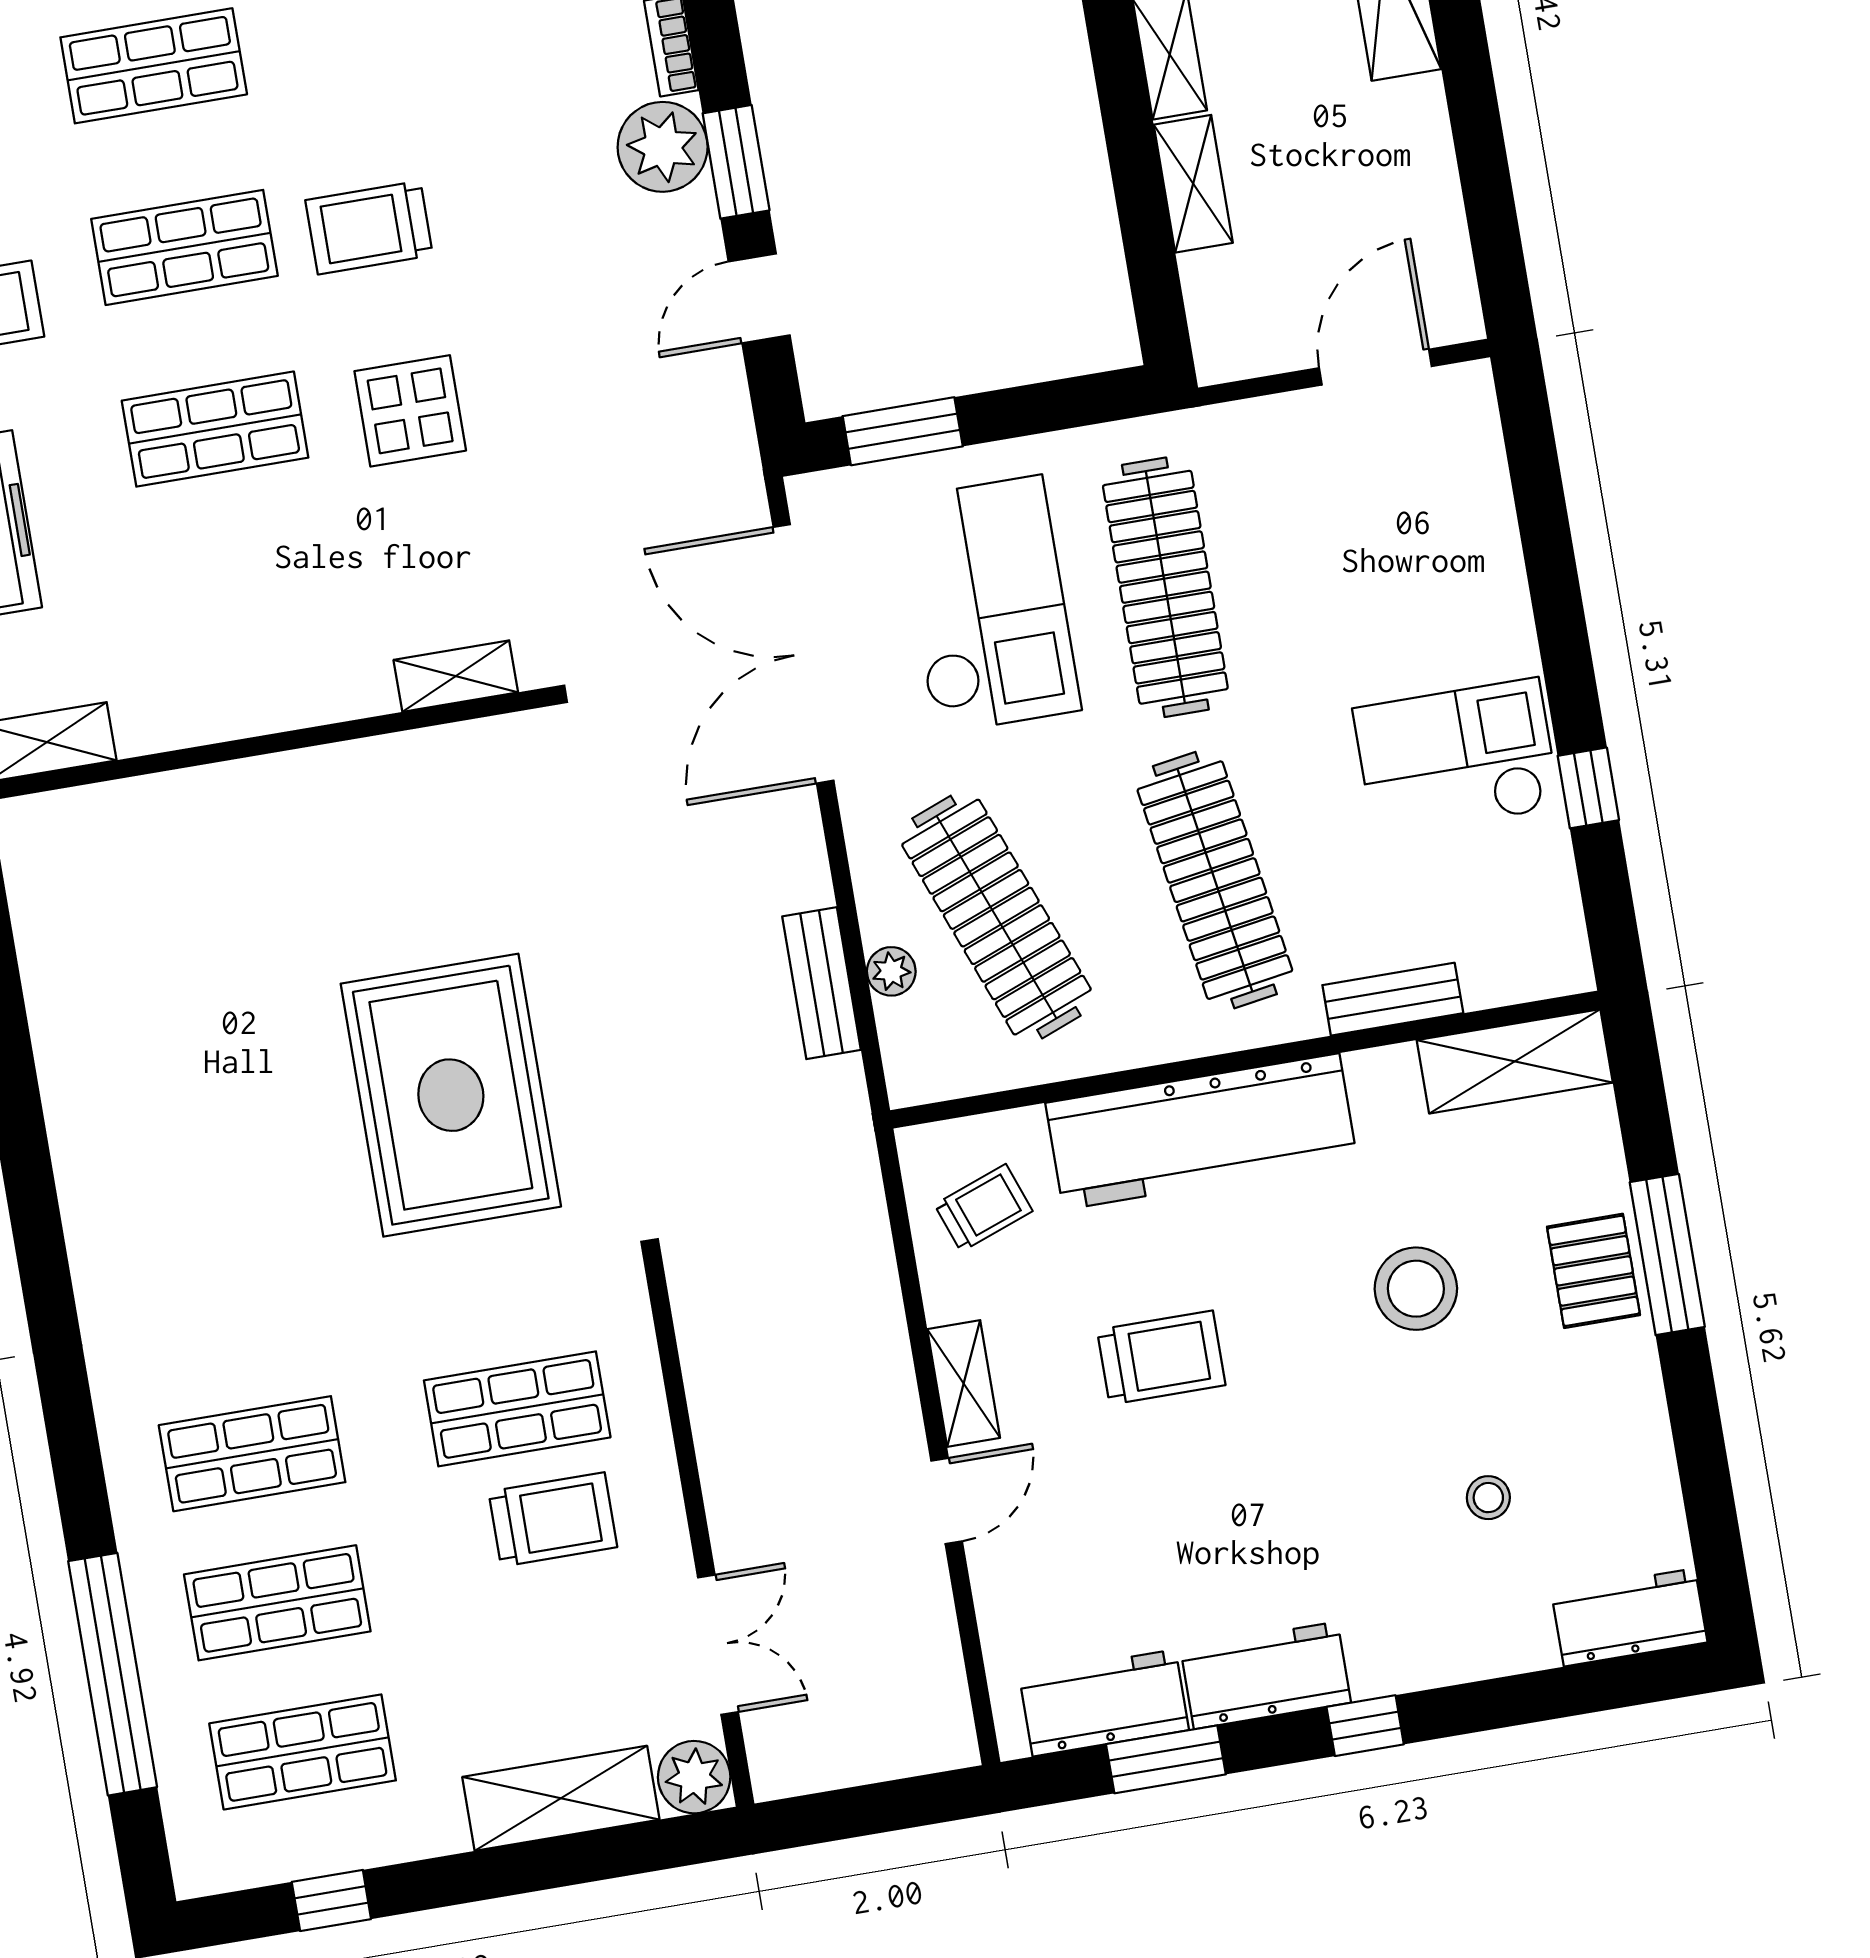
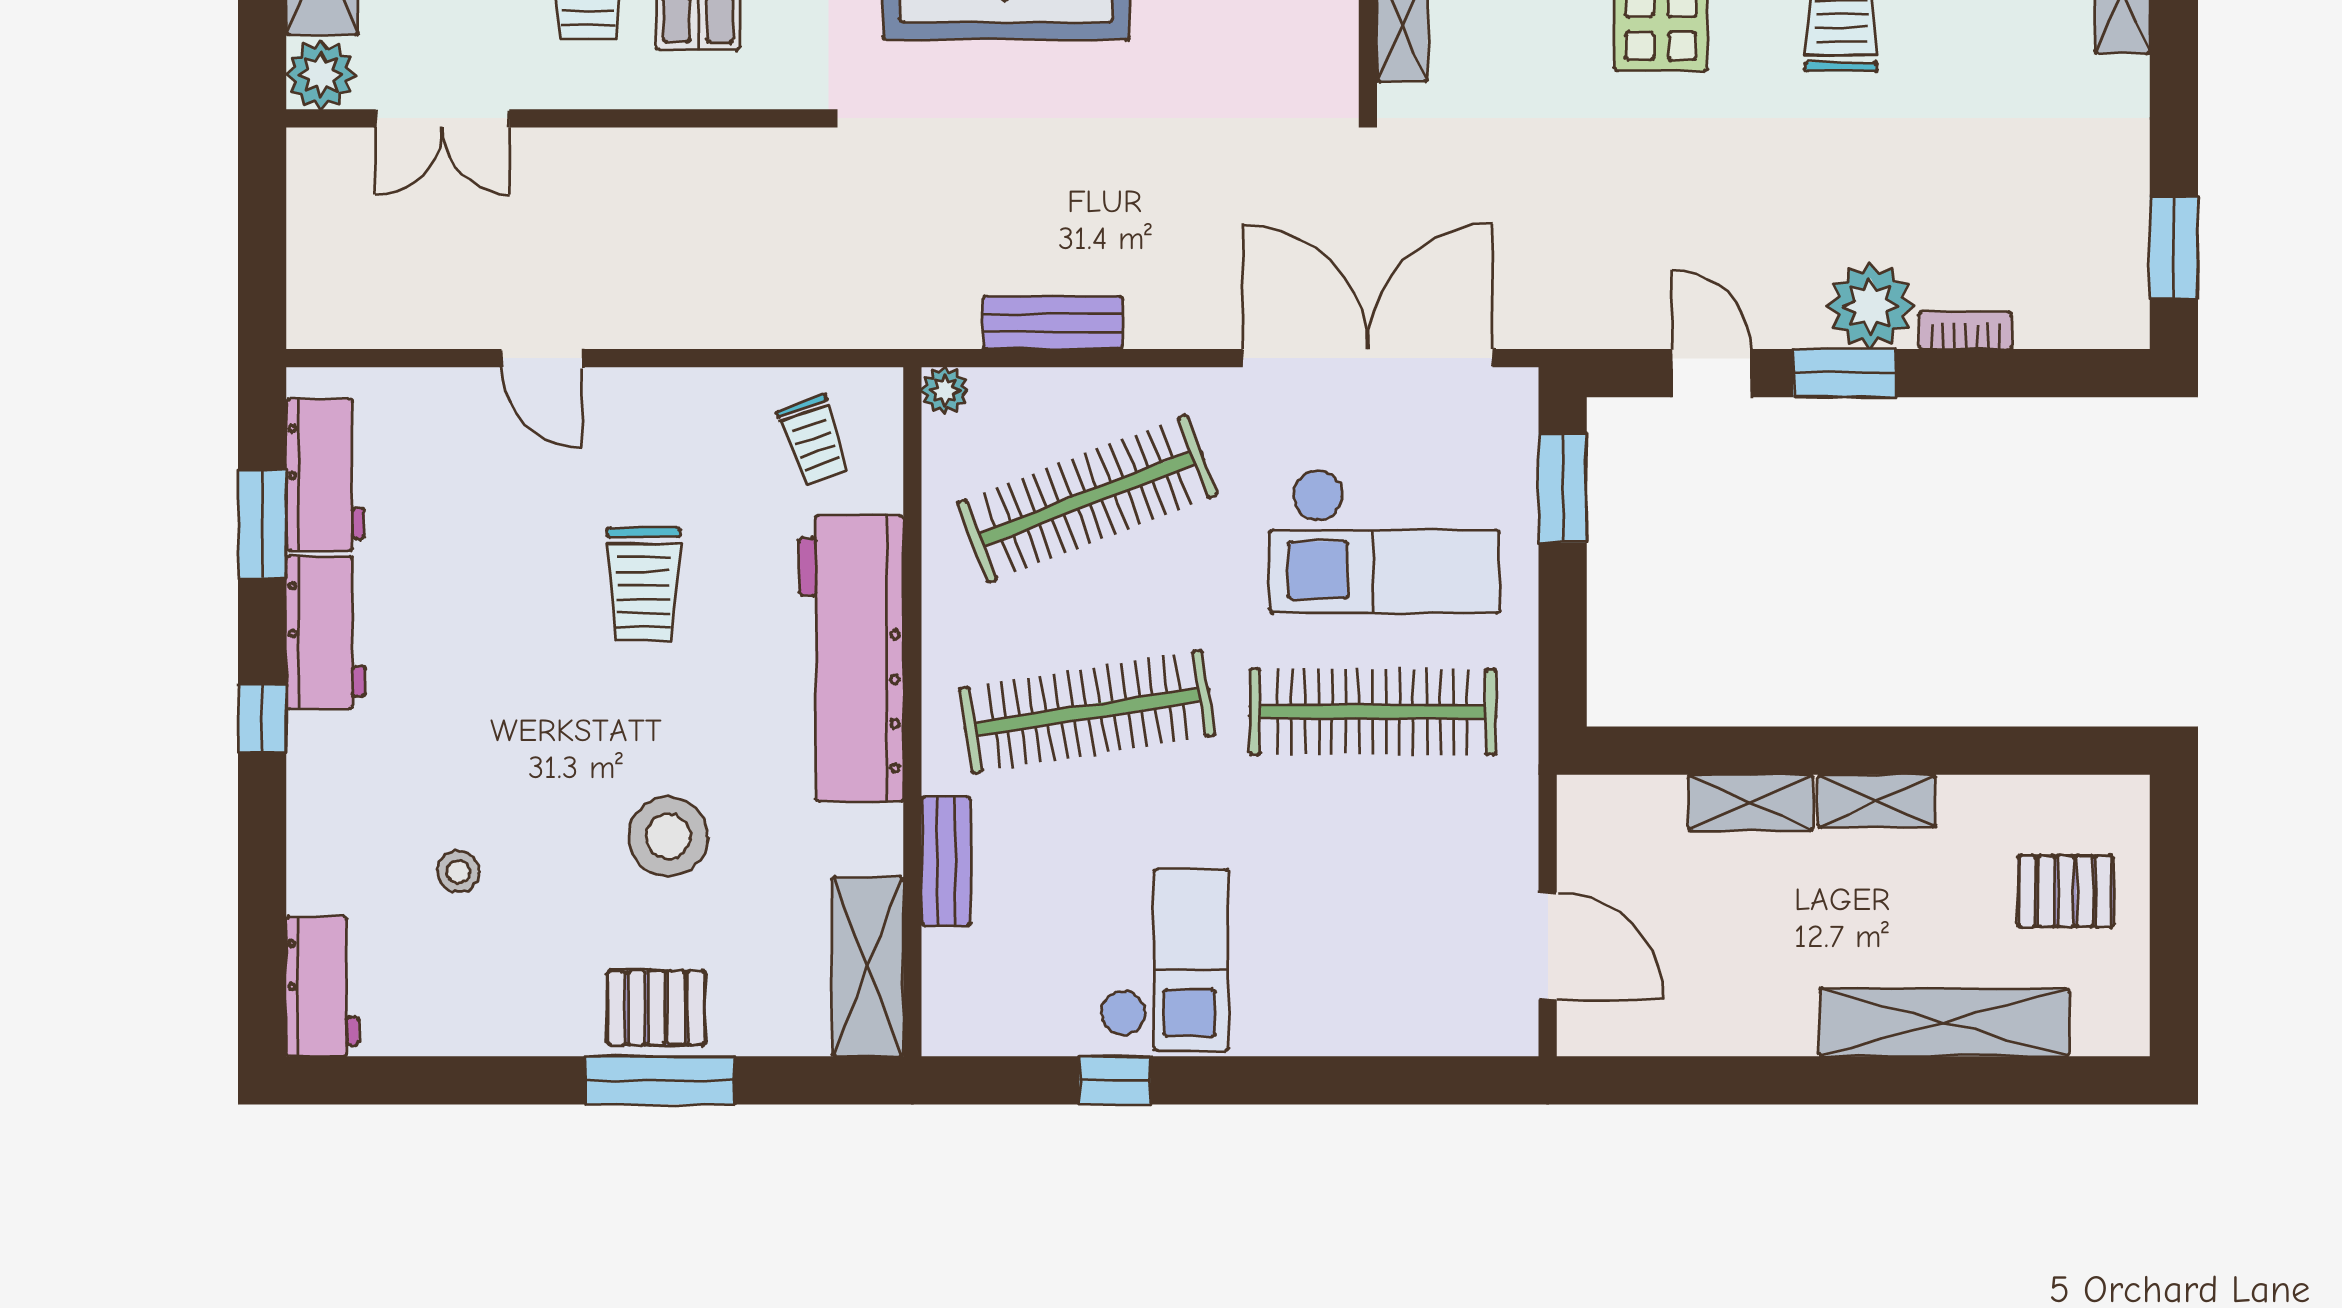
plant: (891, 971) -> (945, 390), moved
shelving: (964, 1383) -> (651, 393), removed

